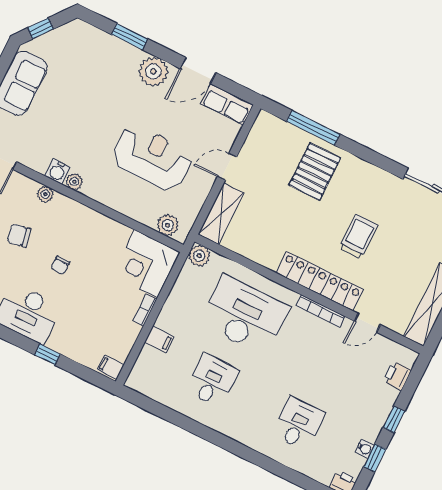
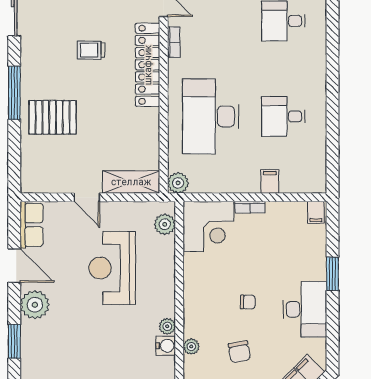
window: (313, 128) -> (14, 93), moved
trolley: (358, 237) -> (91, 50), width x0.73, depth x0.72
bookcase: (320, 311) -> (174, 42), width x0.64
window: (48, 355) -> (332, 274), width x1.50

